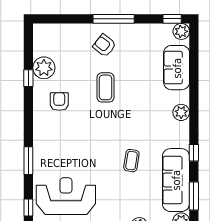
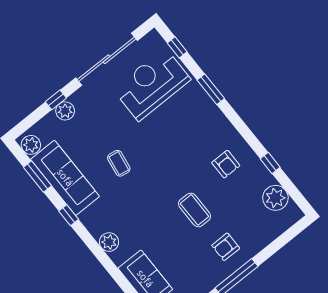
armchair: (104, 45) -> (226, 247), turned 142
plant: (44, 68) -> (275, 198), moved
reception desk: (66, 196) -> (152, 84), turned 180

